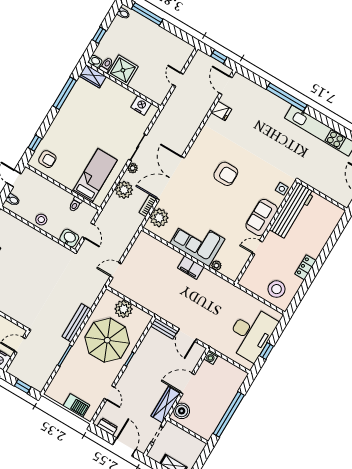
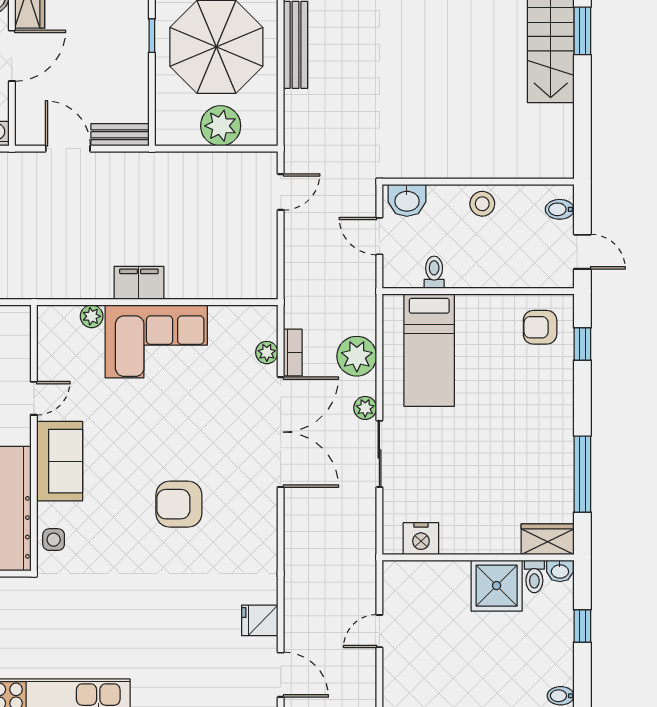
door: (178, 80) -> (379, 631), swing flipped
plant: (159, 218) -> (267, 353), width x0.53, depth x0.53

